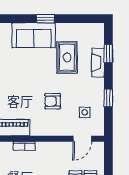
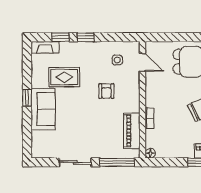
fireplace: (98, 63) -> (45, 47), moved
window: (108, 98) -> (85, 37), moved

